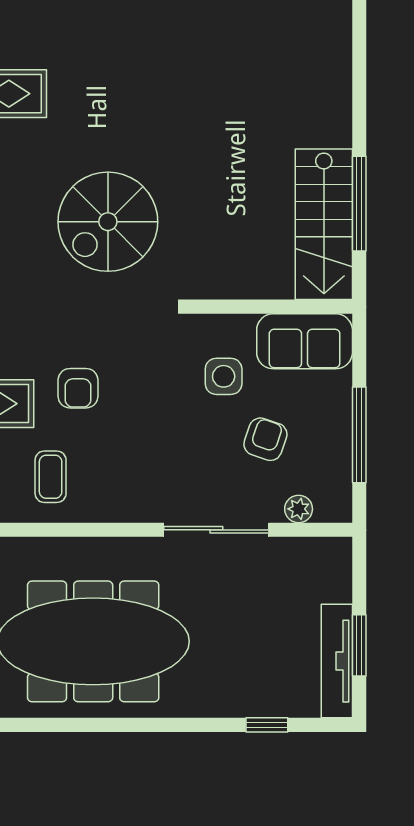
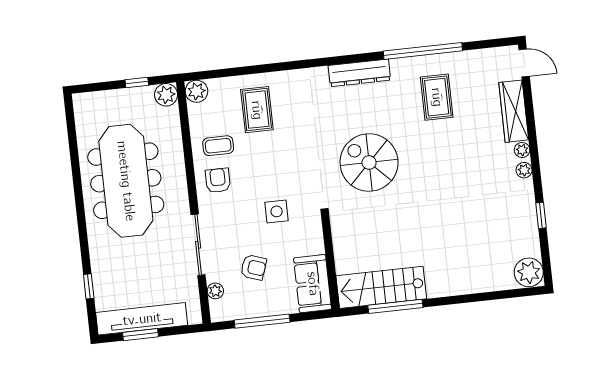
side table: (224, 376) -> (277, 211), moved
armchair: (78, 388) -> (218, 180), moved, turned 90
tv unit: (337, 661) -> (142, 319), width x1.36, depth x1.29

